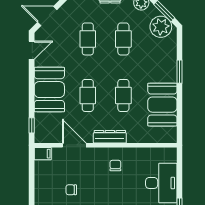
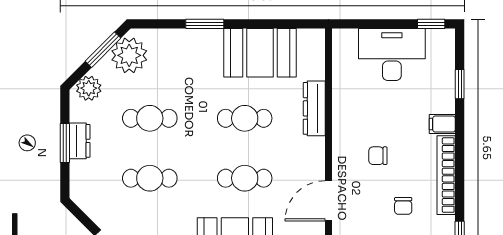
dresser: (110, 137) -> (314, 108), moved
chair: (115, 165) -> (378, 156), moved

